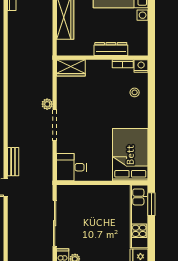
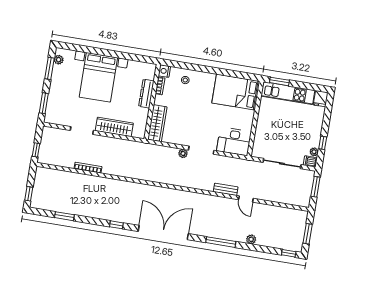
wardrobe: (71, 68) -> (157, 123), width x1.50
desk: (72, 167) -> (234, 141), width x1.37

